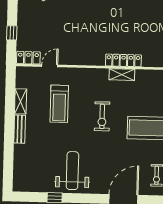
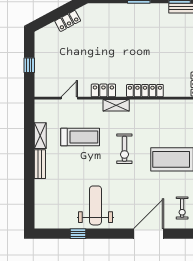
locker: (28, 58) -> (103, 90), moved
shelving: (122, 75) -> (116, 105), moved
treadmill: (59, 104) -> (80, 137), turned -90

